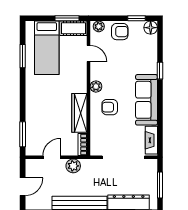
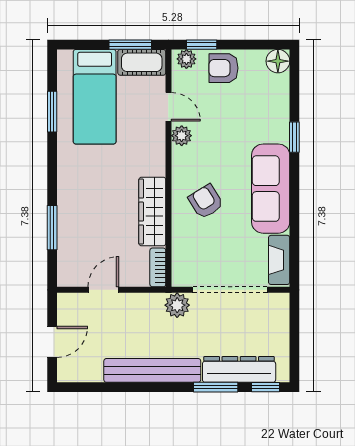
window: (137, 18) -> (202, 45), moved
armchair: (120, 32) -> (223, 68), turned 180
plant: (96, 87) -> (182, 136), moved
armchair: (110, 107) -> (206, 202), turned 58
window: (23, 134) -> (52, 228), moved
plant: (73, 166) -> (177, 305), moved
window: (160, 185) -> (294, 339), removed

